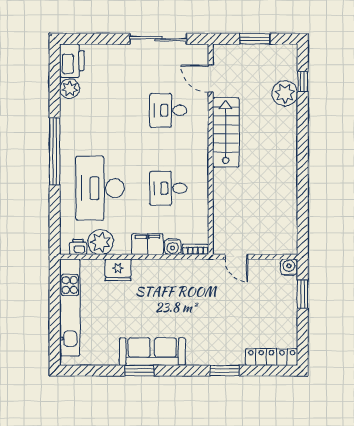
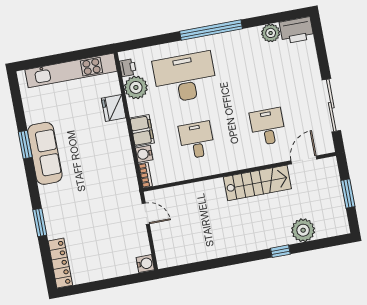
window: (303, 81) -> (280, 251), moved
door: (236, 257) -> (146, 214), swing flipped
window: (303, 294) -> (123, 281), removed

